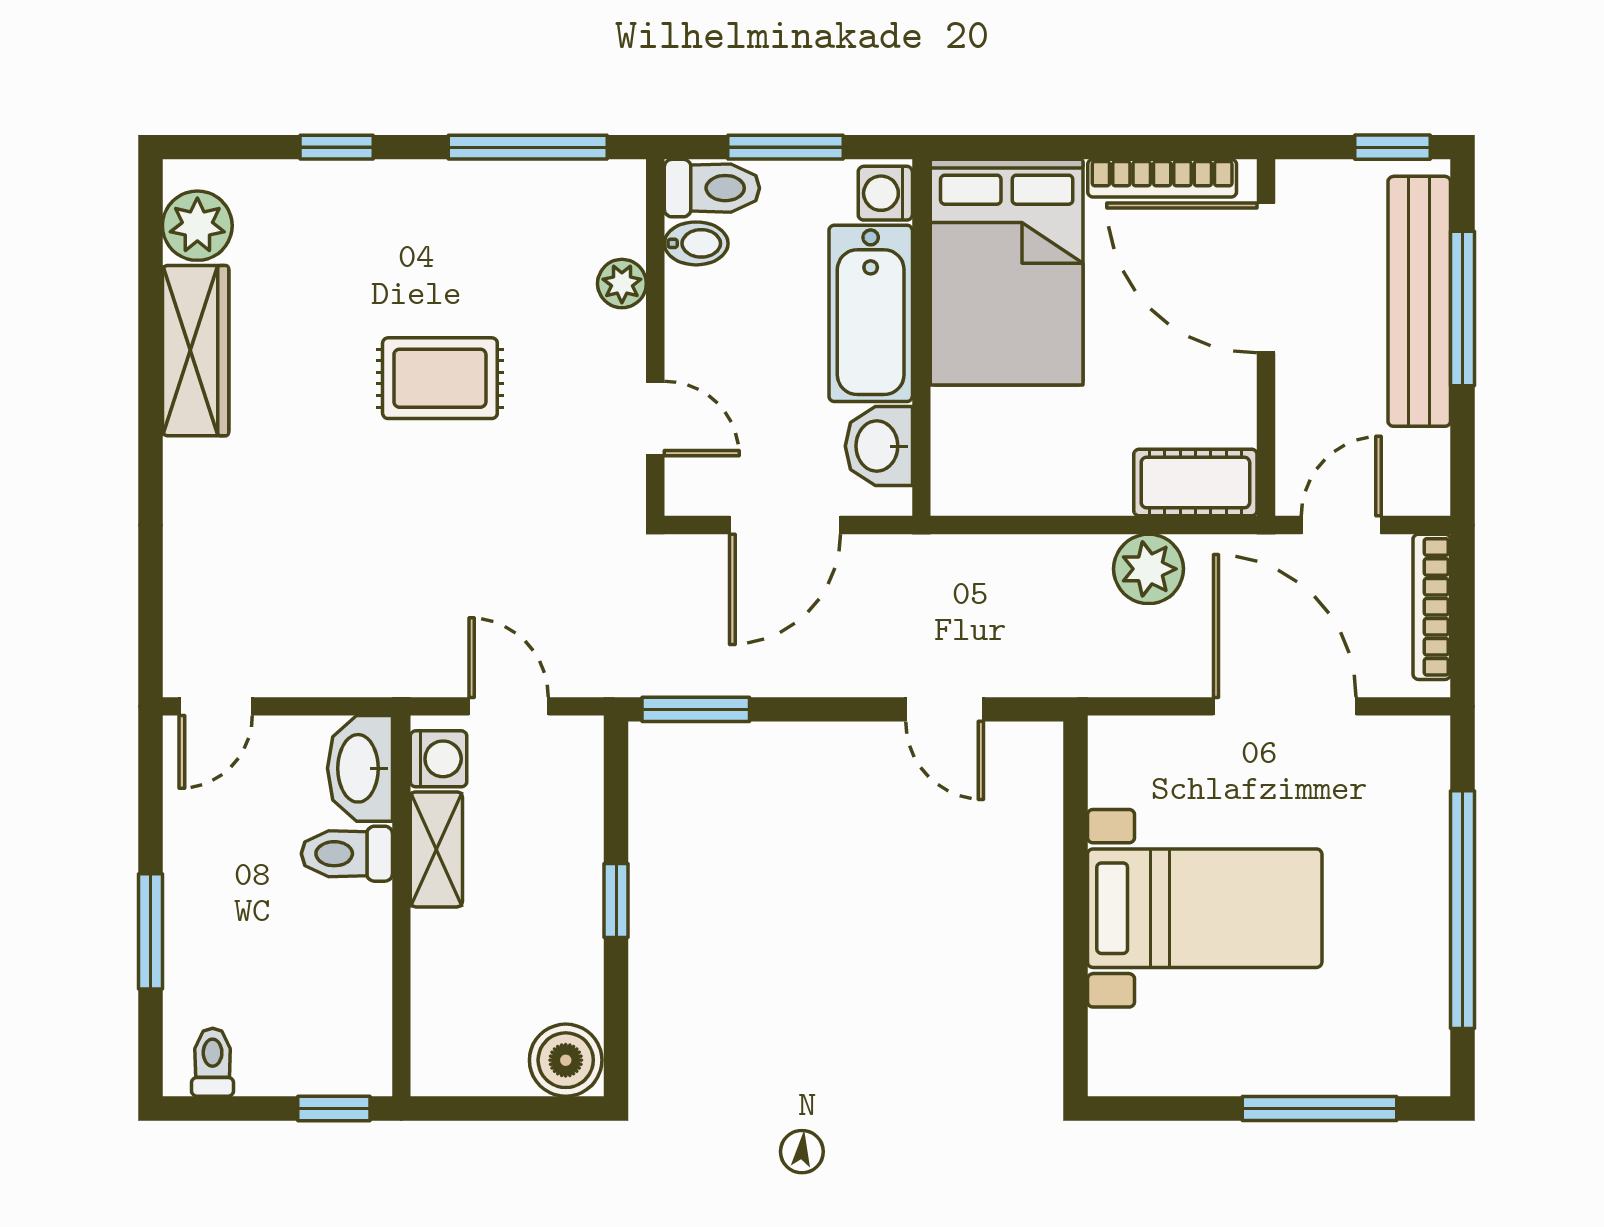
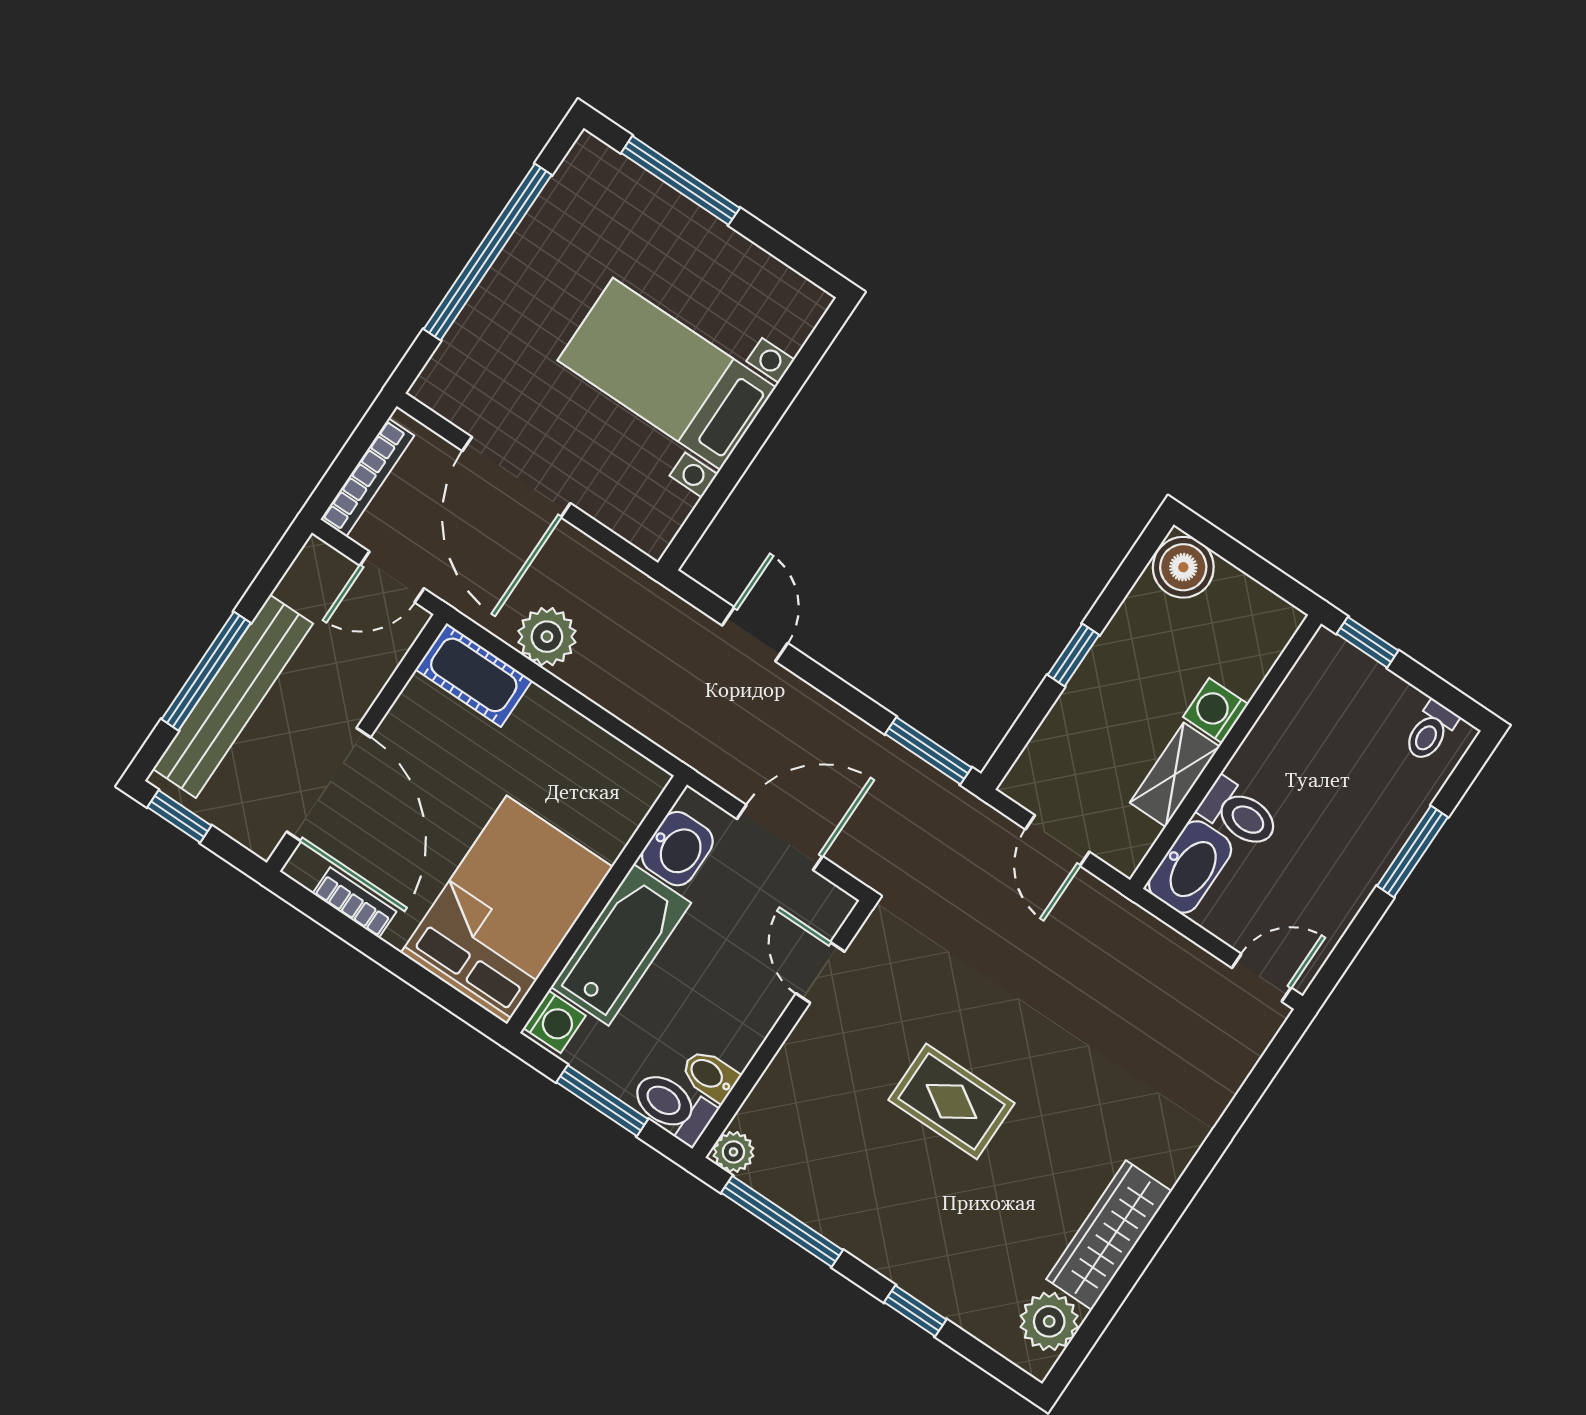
bookcase: (1162, 178) -> (354, 903), width x0.64
plant: (622, 284) -> (733, 1152), moved
washing machine: (439, 759) -> (1216, 711), moved

